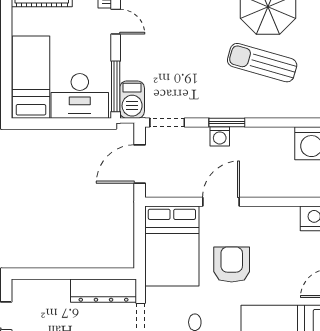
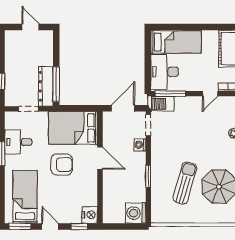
window: (227, 123) -> (148, 176), moved
washing machine: (220, 136) -> (140, 145), moved
door: (140, 164) -> (123, 108), hinge flipped
window: (100, 274) -> (56, 84), added

